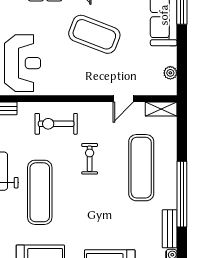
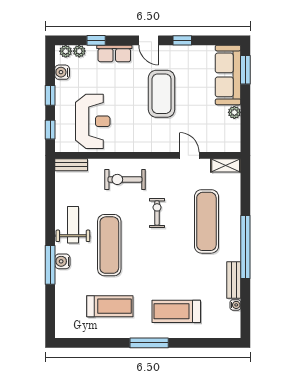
coffee table: (94, 34) -> (162, 94), turned 69
plant: (170, 73) -> (234, 112), moved
door: (123, 99) -> (189, 155), swing flipped

